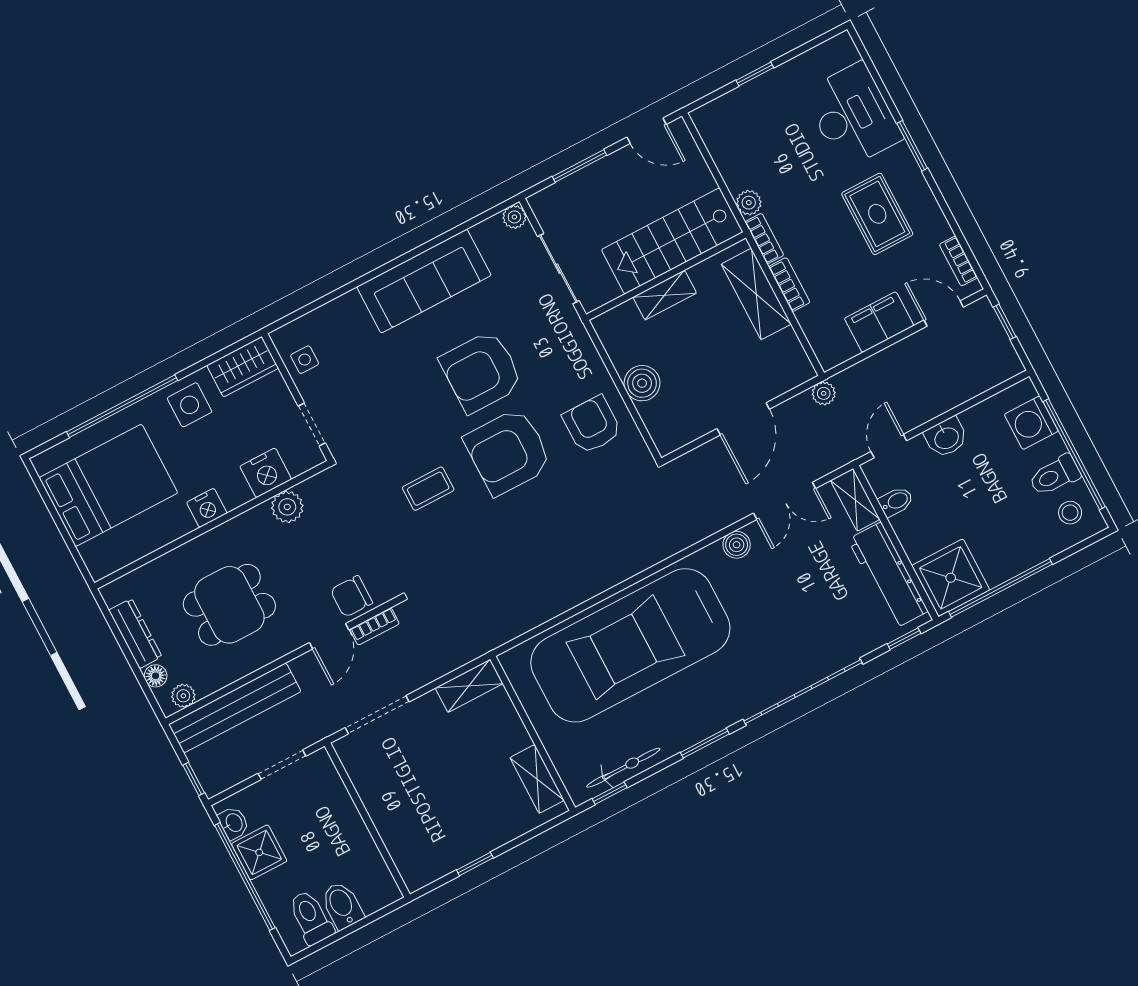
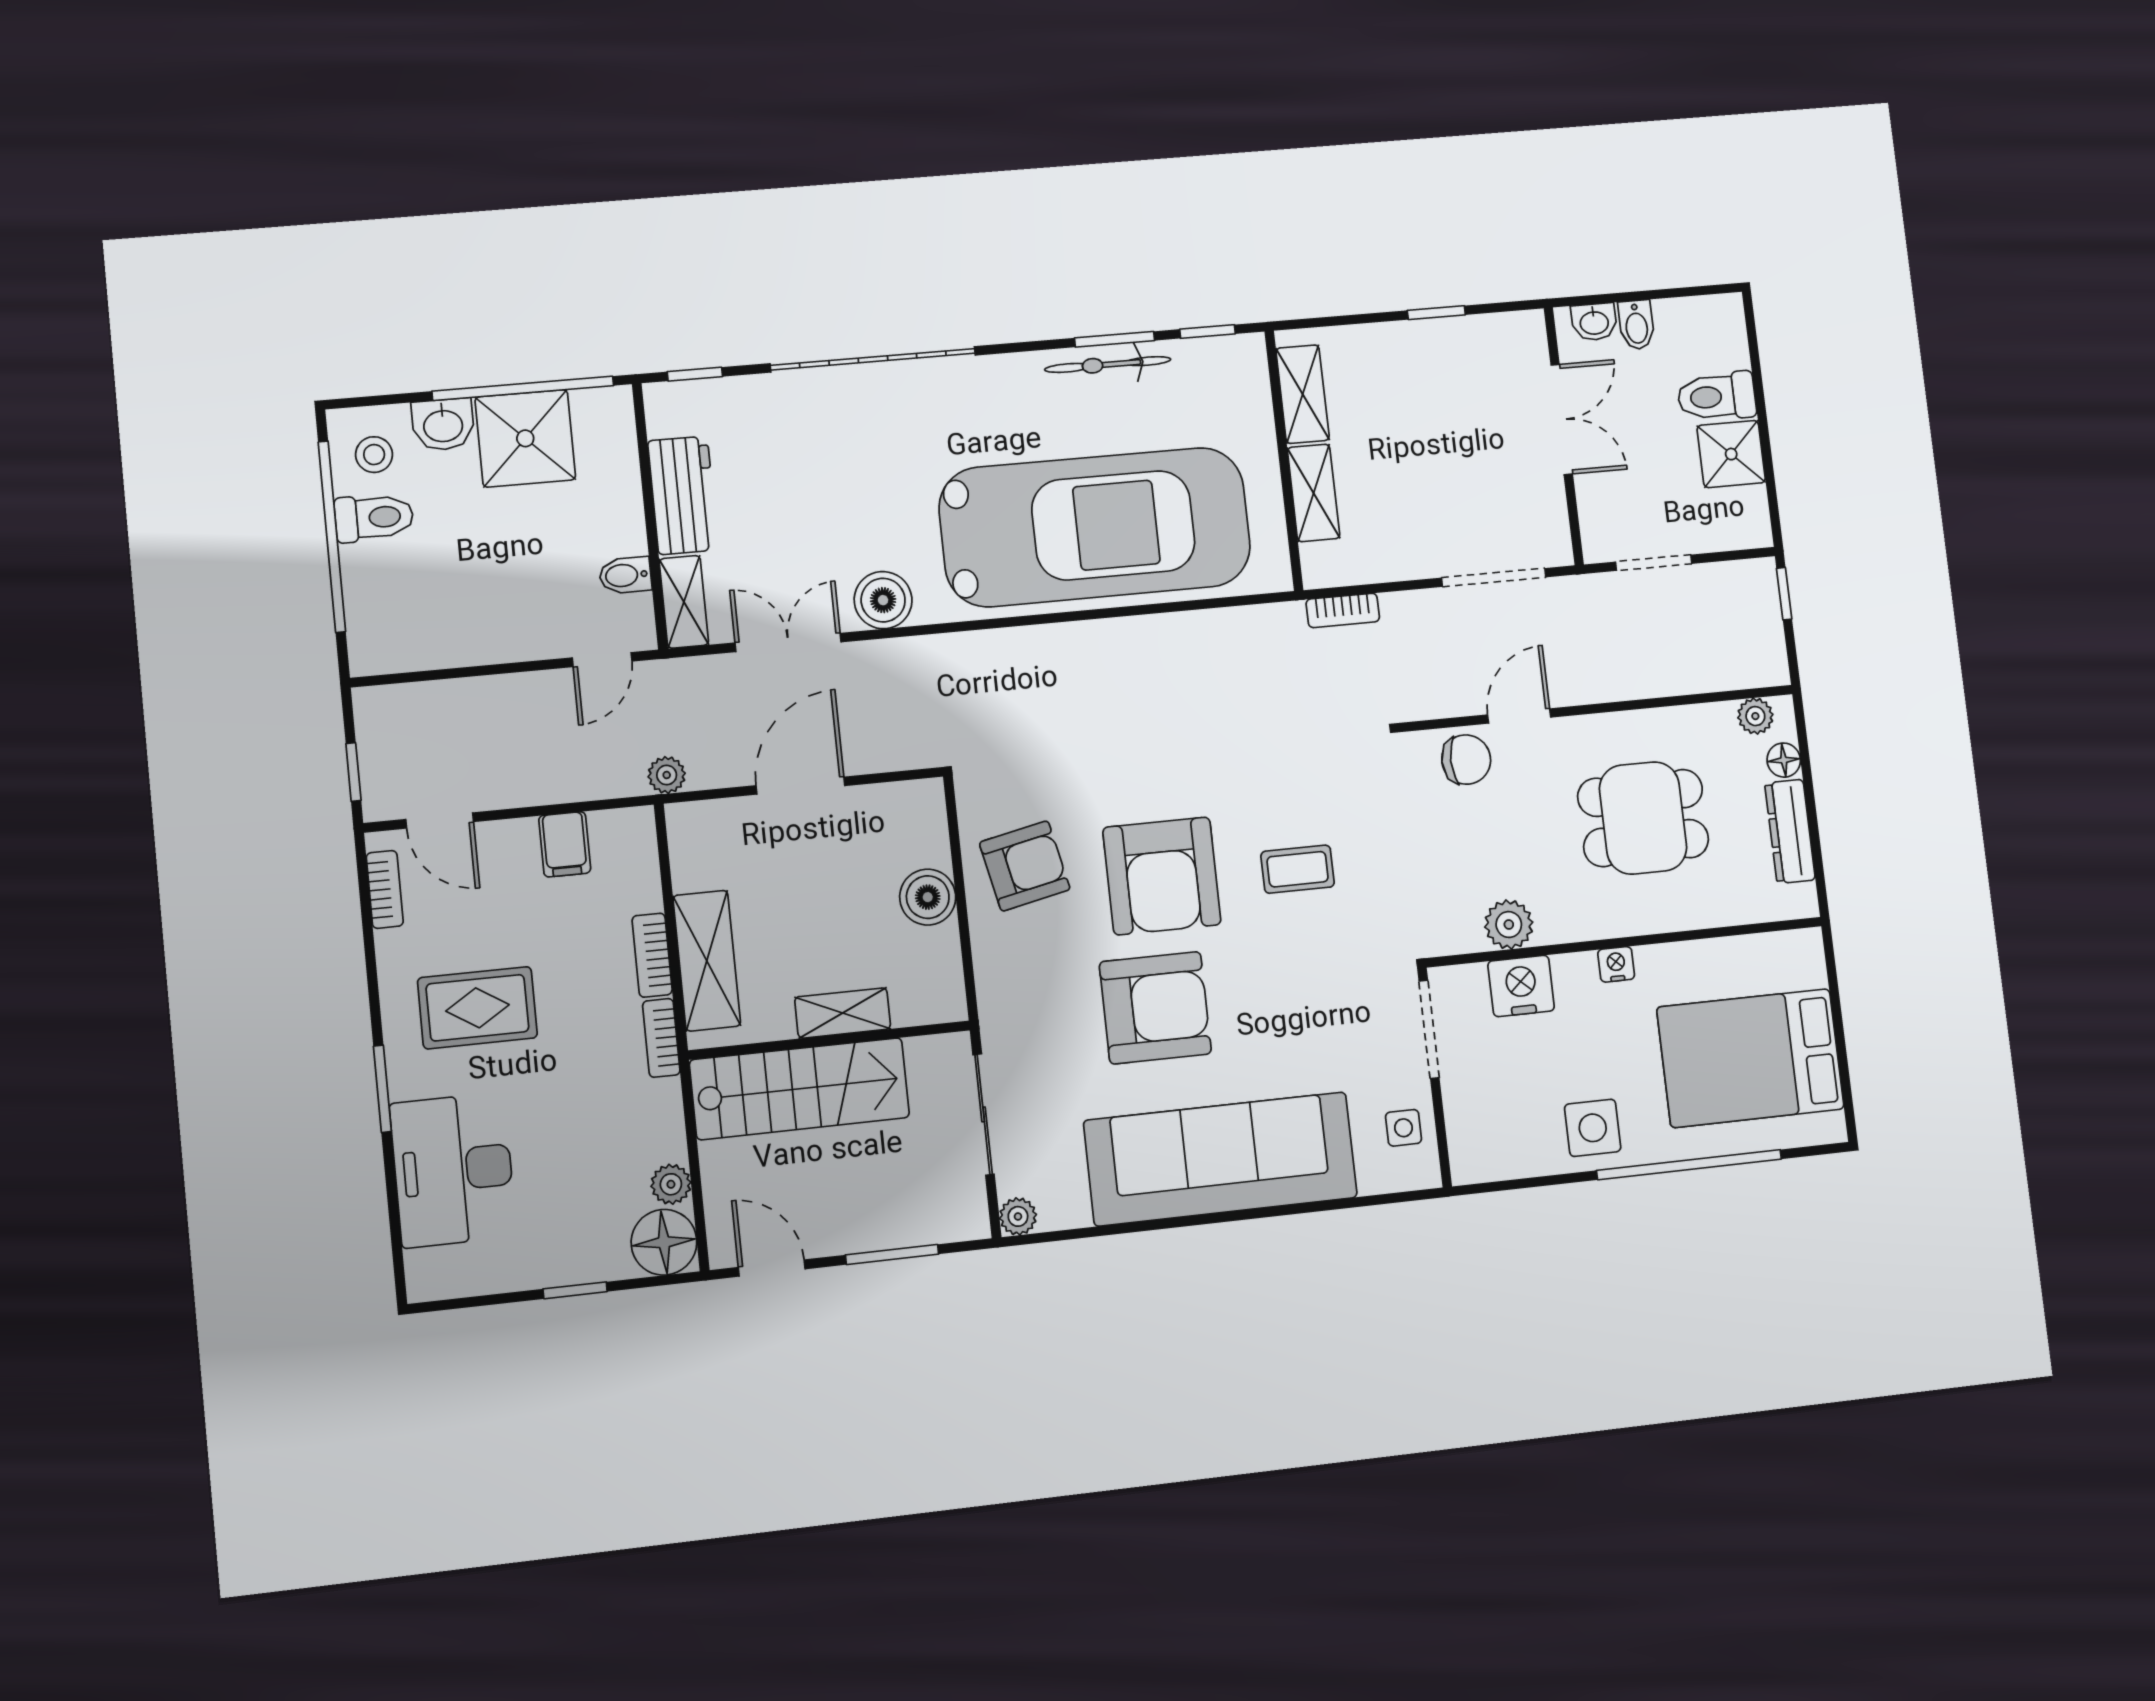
floor lamp: (715, 121) -> (664, 1242), added
plant: (749, 203) -> (671, 1184), moved
rug: (877, 214) -> (477, 1008), turned 90
sofa: (424, 281) -> (1221, 1159), width x1.36, depth x1.27
filing cabinet: (879, 322) -> (565, 844), width x0.50
wardrobe: (243, 367) -> (1496, 1153), removed
washing machine: (1031, 423) -> (376, 608), removed
doorway: (312, 424) -> (1429, 1029), width x1.38
armchair: (592, 425) -> (1025, 866), turned -102
washbasin: (946, 437) -> (443, 425), moved, turned 180
armchair: (508, 452) -> (1162, 876), turned 90
nightstand: (207, 508) -> (1616, 964), width x0.72, depth x0.74
boiler: (737, 545) -> (883, 600), width x1.36, depth x1.36
workbench: (888, 575) -> (683, 495), width x0.73
shower: (951, 578) -> (525, 438), moved
bookcase: (375, 626) -> (1343, 610), moved, turned 180
shelving: (469, 686) -> (1314, 493), moved, turned 90
bench: (235, 708) -> (1690, 669), removed
window: (705, 743) -> (1115, 339), moved
bicycle: (623, 768) -> (1108, 365), moved
washbasin: (234, 823) -> (1594, 322), moved, turned -90
double door: (372, 830) -> (1562, 419), added
window: (245, 877) -> (1764, 429), removed
bidet: (342, 905) -> (1636, 325), width x0.72, depth x0.74
toilet: (311, 917) -> (1717, 396), moved, turned 90

